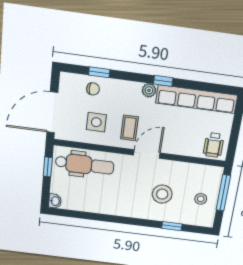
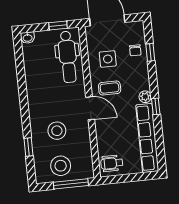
stool: (201, 199) -> (61, 166), width x1.89, depth x1.89

